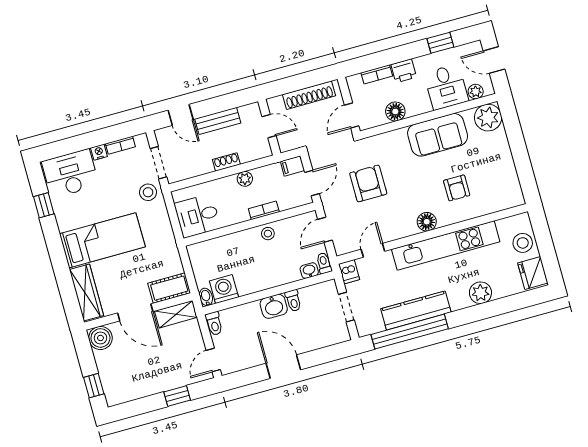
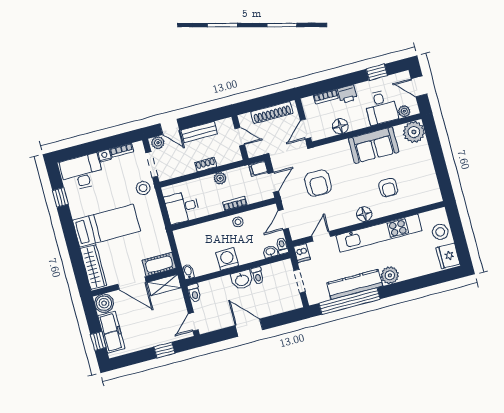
plant: (166, 135) -> (158, 143), added
armchair: (368, 183) -> (318, 183), turned 180
washing machine: (224, 289) -> (227, 259), moved
plant: (480, 293) -> (390, 275), moved
freezer: (110, 374) -> (111, 332), added

